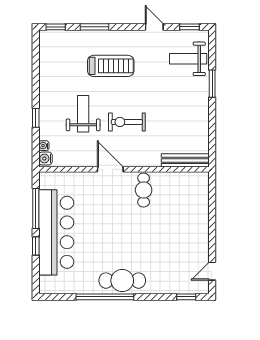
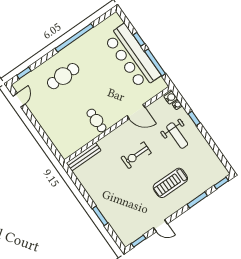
weight bench: (188, 59) -> (126, 221), removed
weight bench: (83, 114) -> (177, 136), moved
exercise bike: (127, 122) -> (136, 155), turned 180
door: (110, 169) -> (136, 112), moved
cafe table: (122, 281) -> (63, 76), moved

